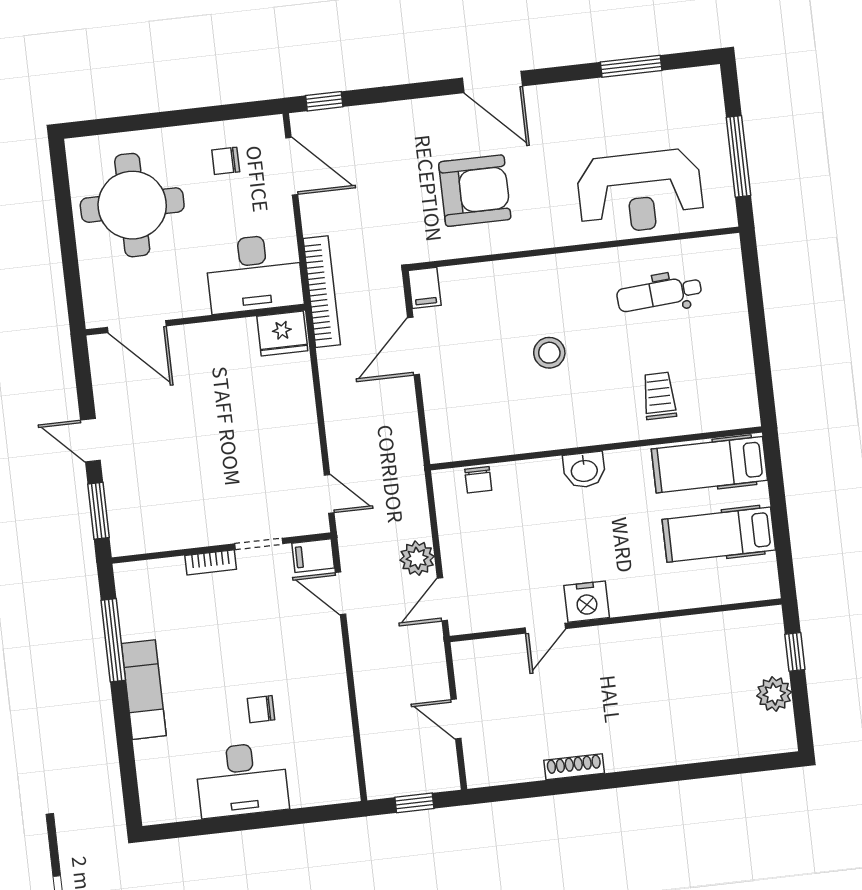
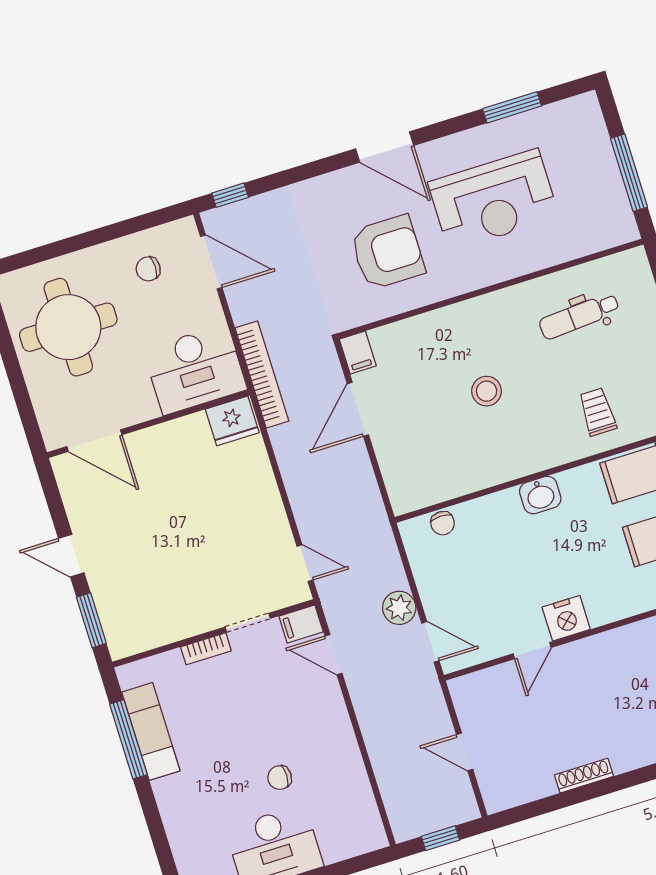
reception desk: (640, 192) -> (493, 200), moved
door: (442, 599) -> (430, 642), swing flipped
exam couch: (144, 690) -> (151, 731), moved

